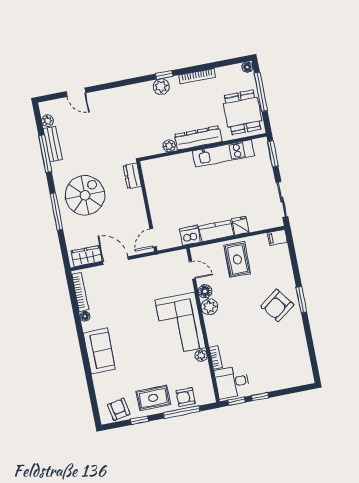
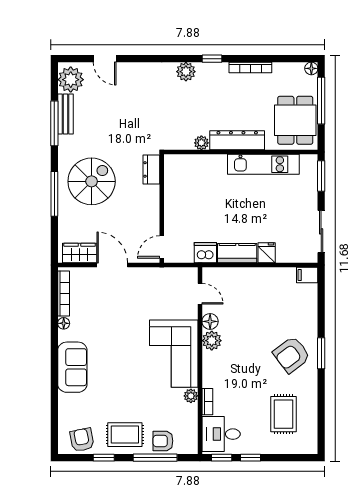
plant: (161, 87) -> (186, 72), moved
plant: (47, 121) -> (71, 80), width x1.88, depth x1.88
rug: (237, 259) -> (284, 414), moved

